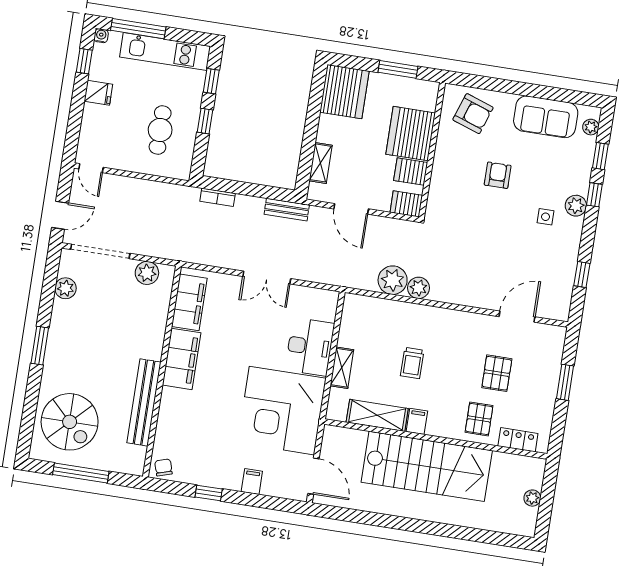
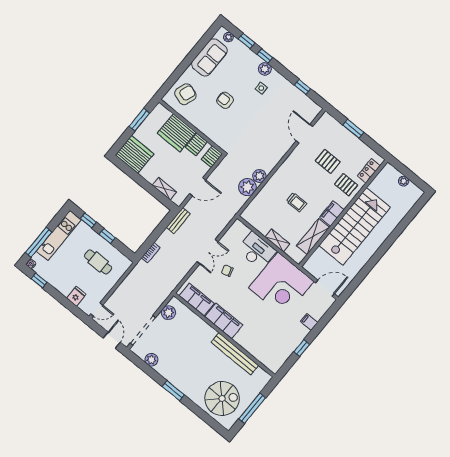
fridge: (98, 93) -> (76, 296), moved
filing cabinet: (417, 421) -> (332, 214), width x2.00
chair: (163, 467) -> (227, 271), moved

